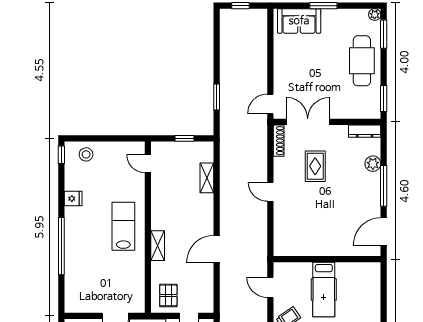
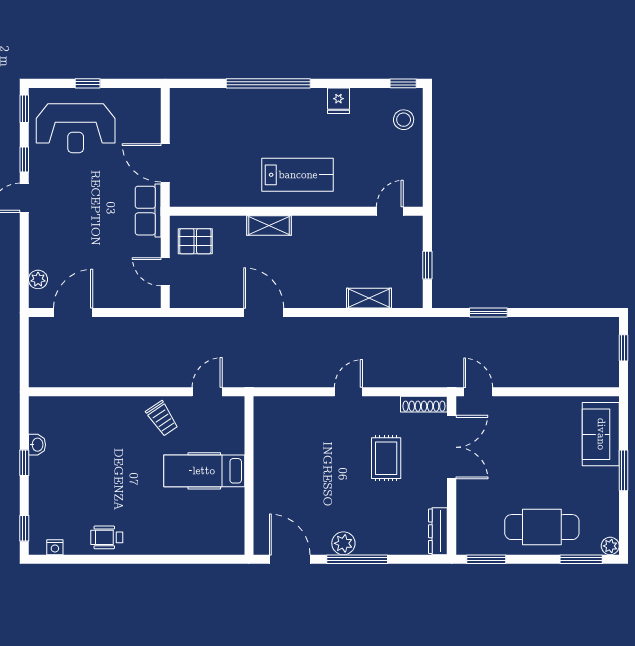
plant: (373, 164) -> (343, 543), moved
rug: (315, 166) -> (386, 458), turned 90

